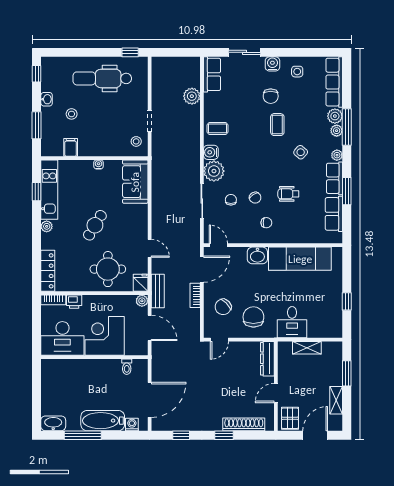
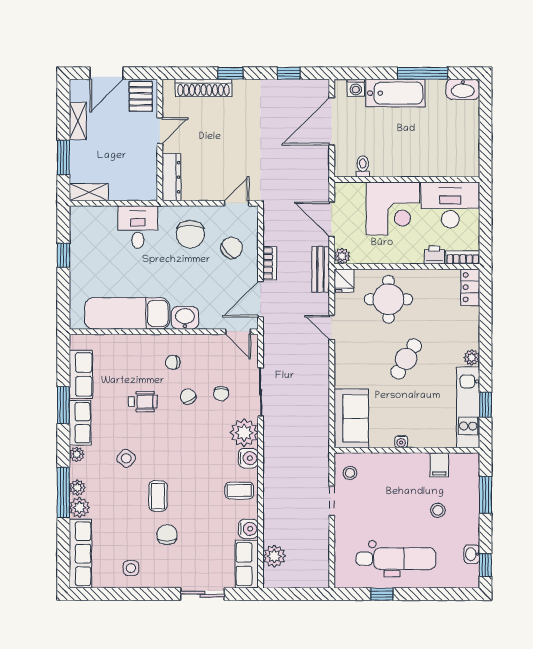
window: (130, 52) -> (382, 594), moved
water cooler: (272, 64) -> (248, 529), moved, turned -90
plant: (192, 96) -> (274, 556), moved
washbasin: (47, 99) -> (472, 554), moved
locker: (48, 271) -> (470, 287), width x0.66
shelving: (307, 348) -> (89, 192), moved

